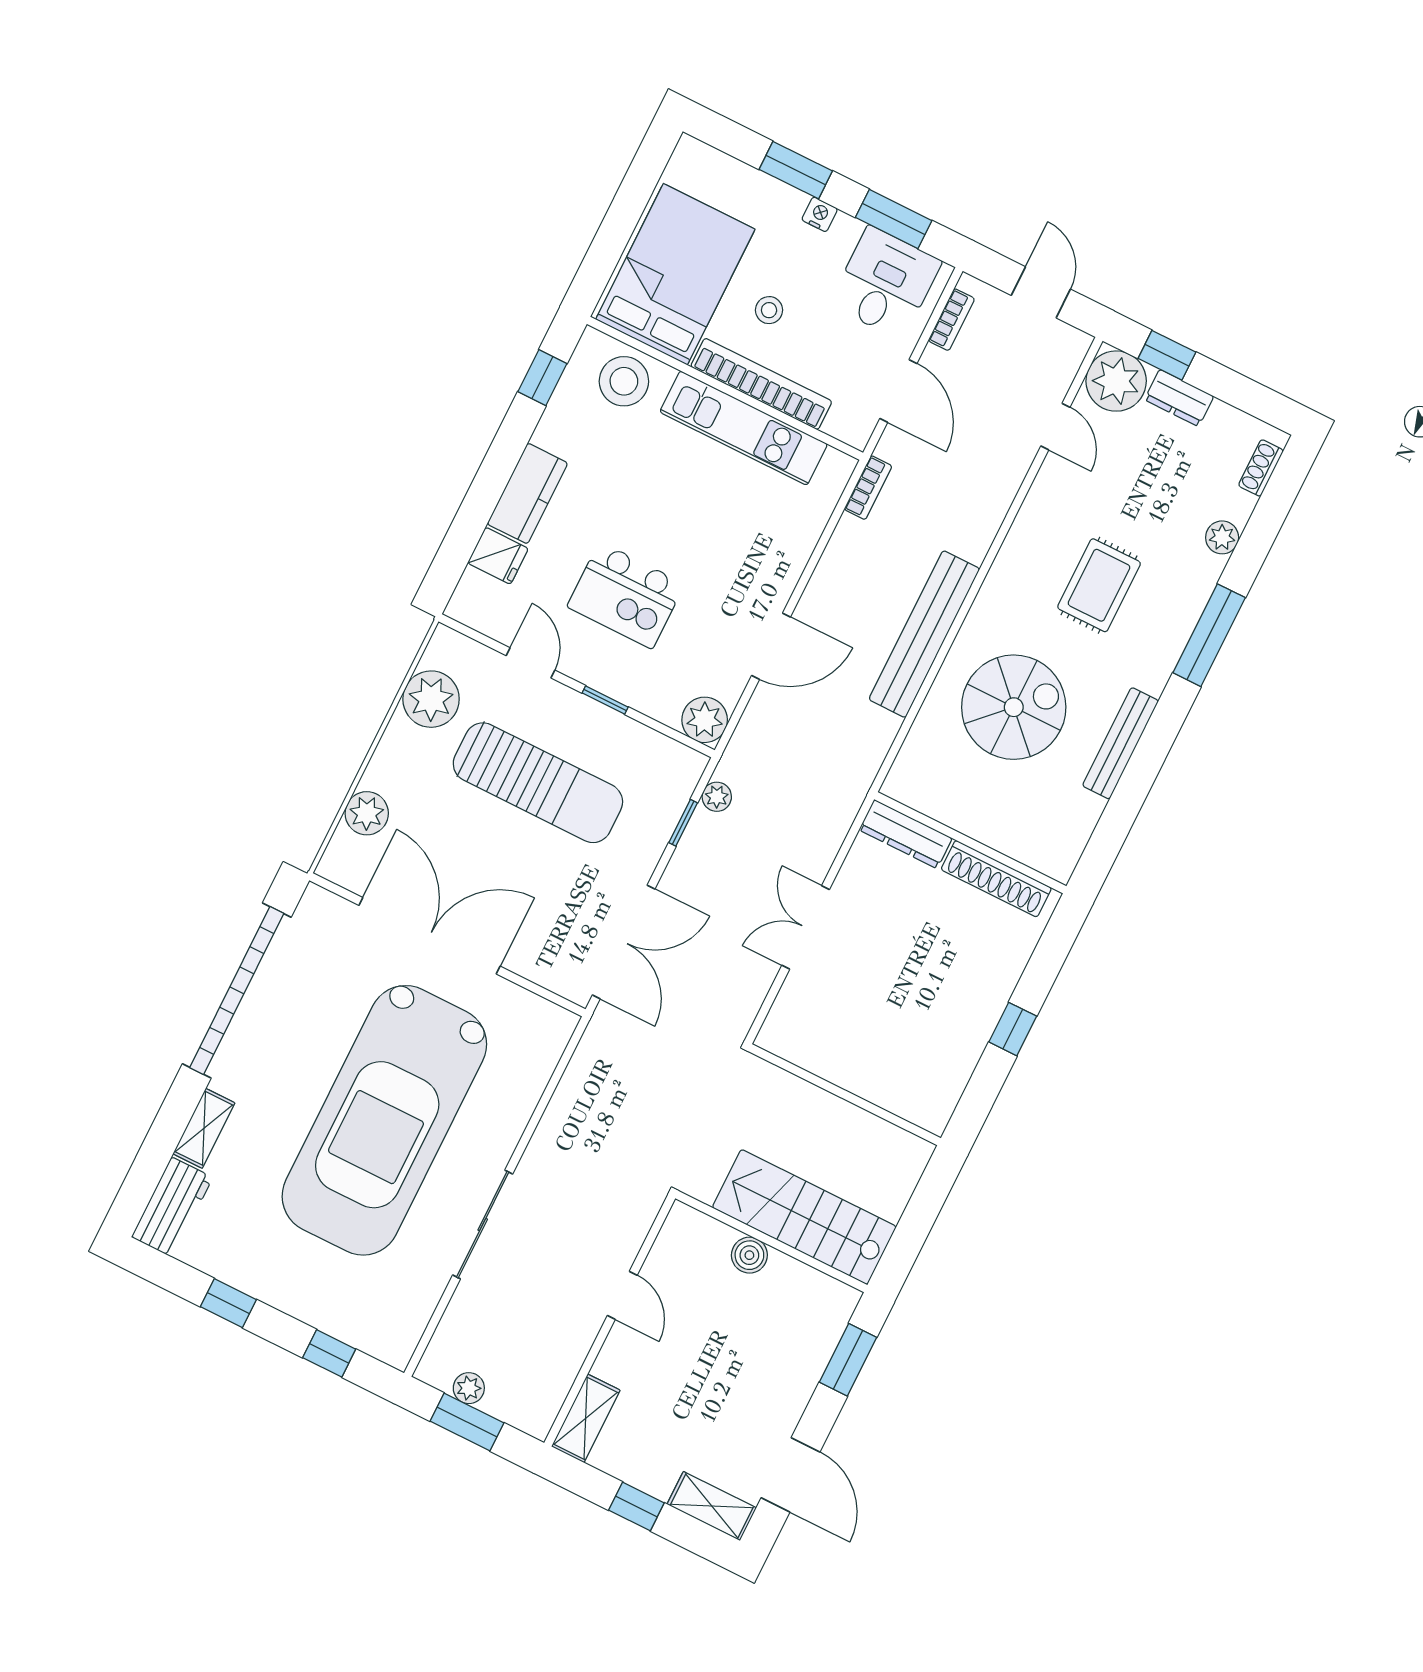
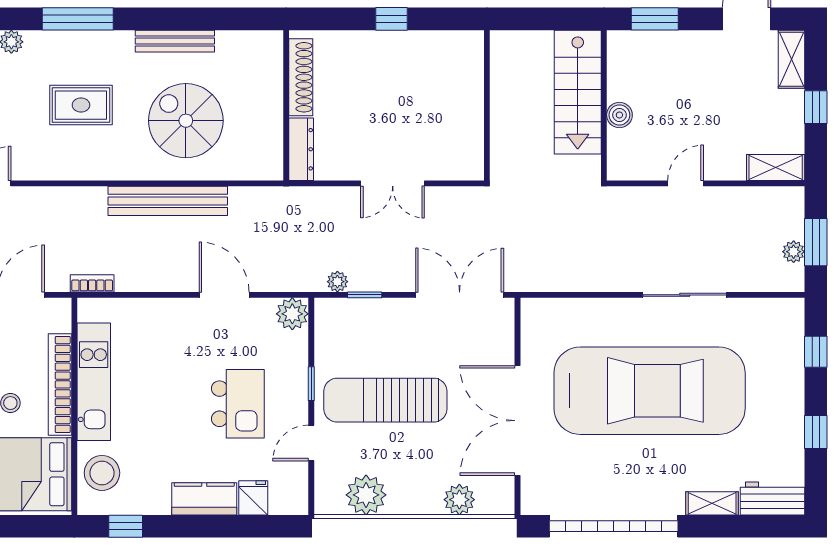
sun lounger: (538, 783) -> (385, 400), turned -90

